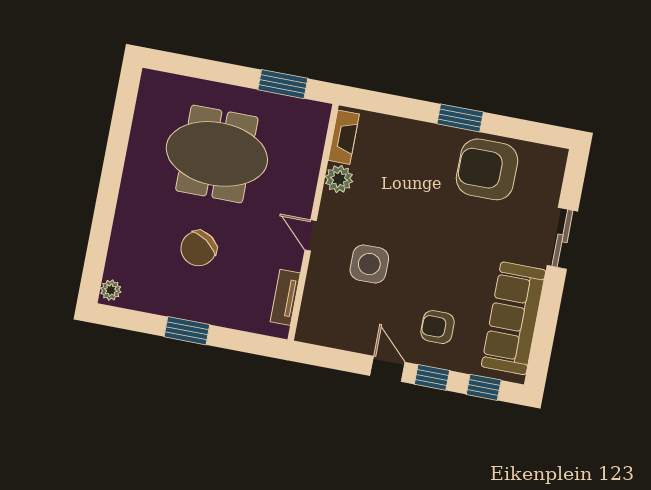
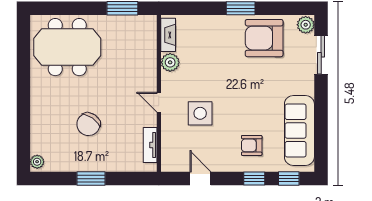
meeting table: (217, 154) -> (67, 47), moved
plant: (553, 161) -> (306, 25), added
sliding door: (562, 238) -> (321, 55), moved
door: (387, 369) -> (200, 179), moved

